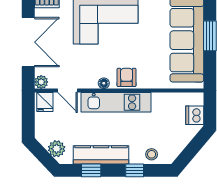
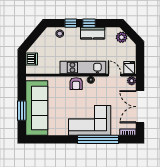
kitchen counter: (101, 155) -> (93, 33), width x0.67
window: (91, 170) -> (89, 23), moved

